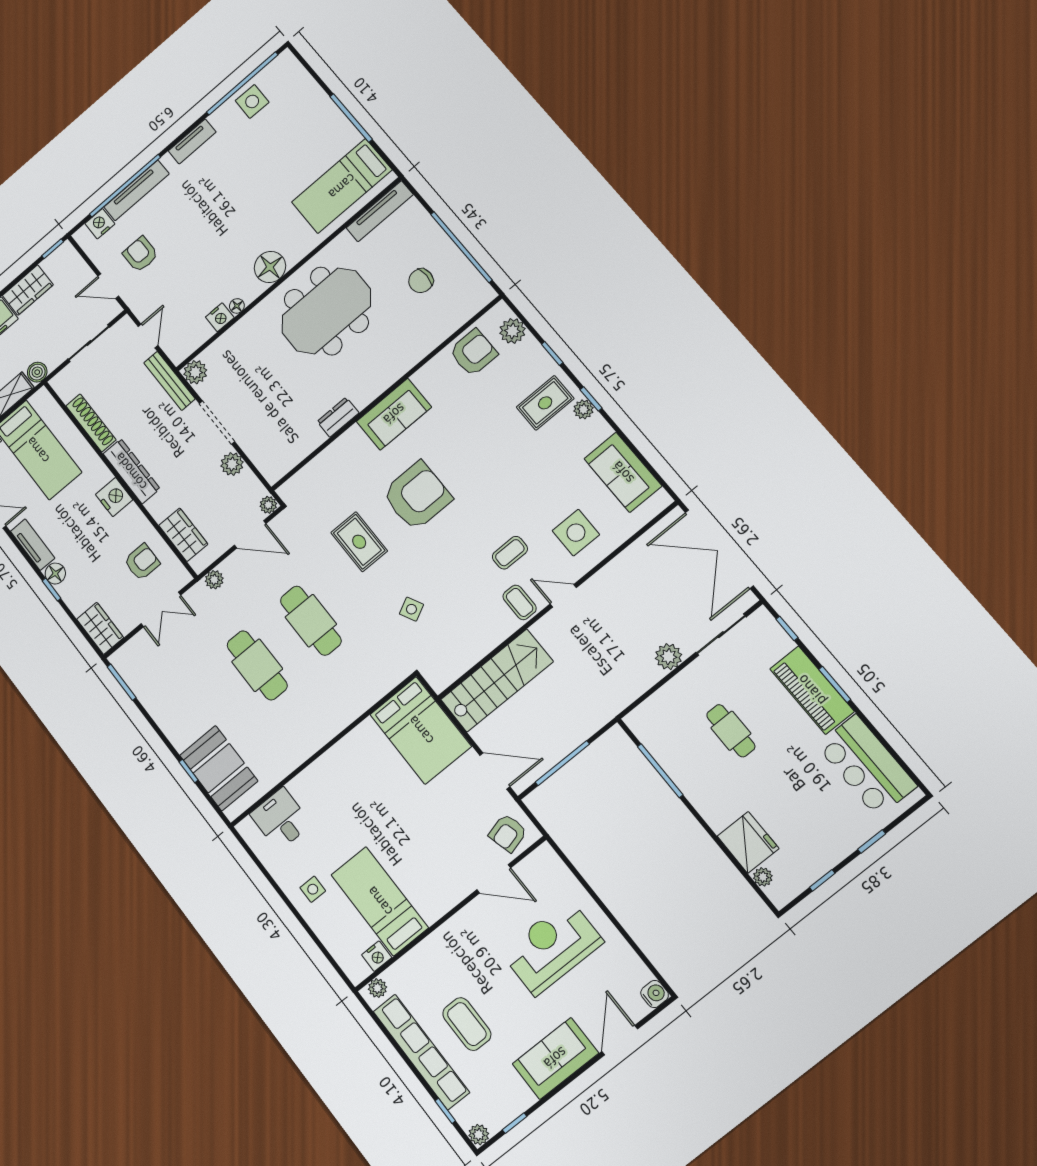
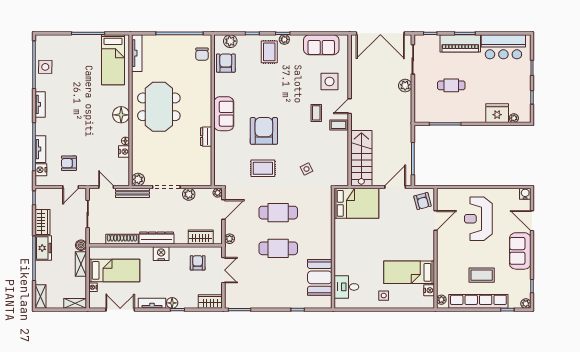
tv unit: (136, 191) -> (40, 149), width x0.71
chair: (421, 281) -> (202, 54), moved
booth: (219, 768) -> (320, 277), moved, turned 90

